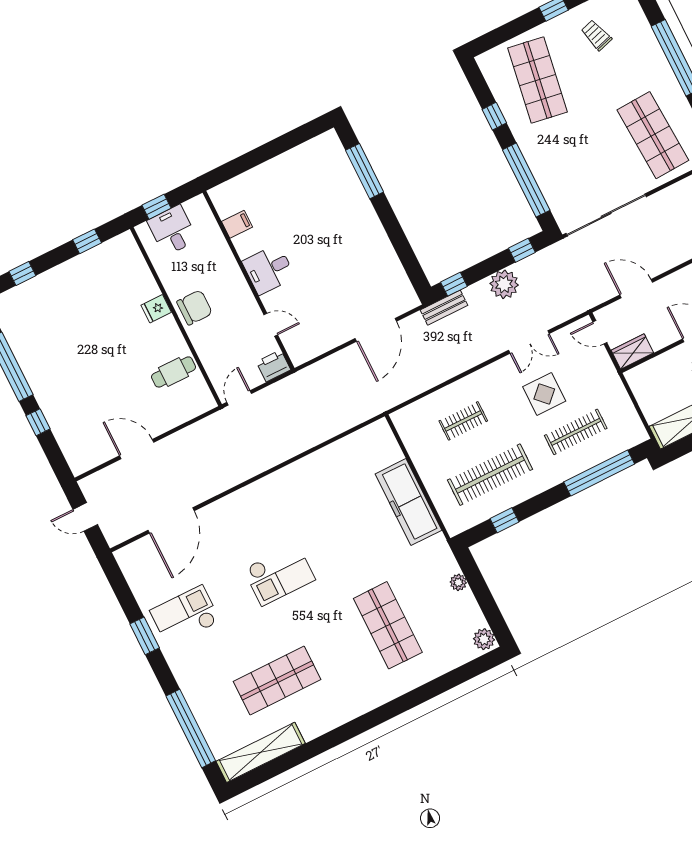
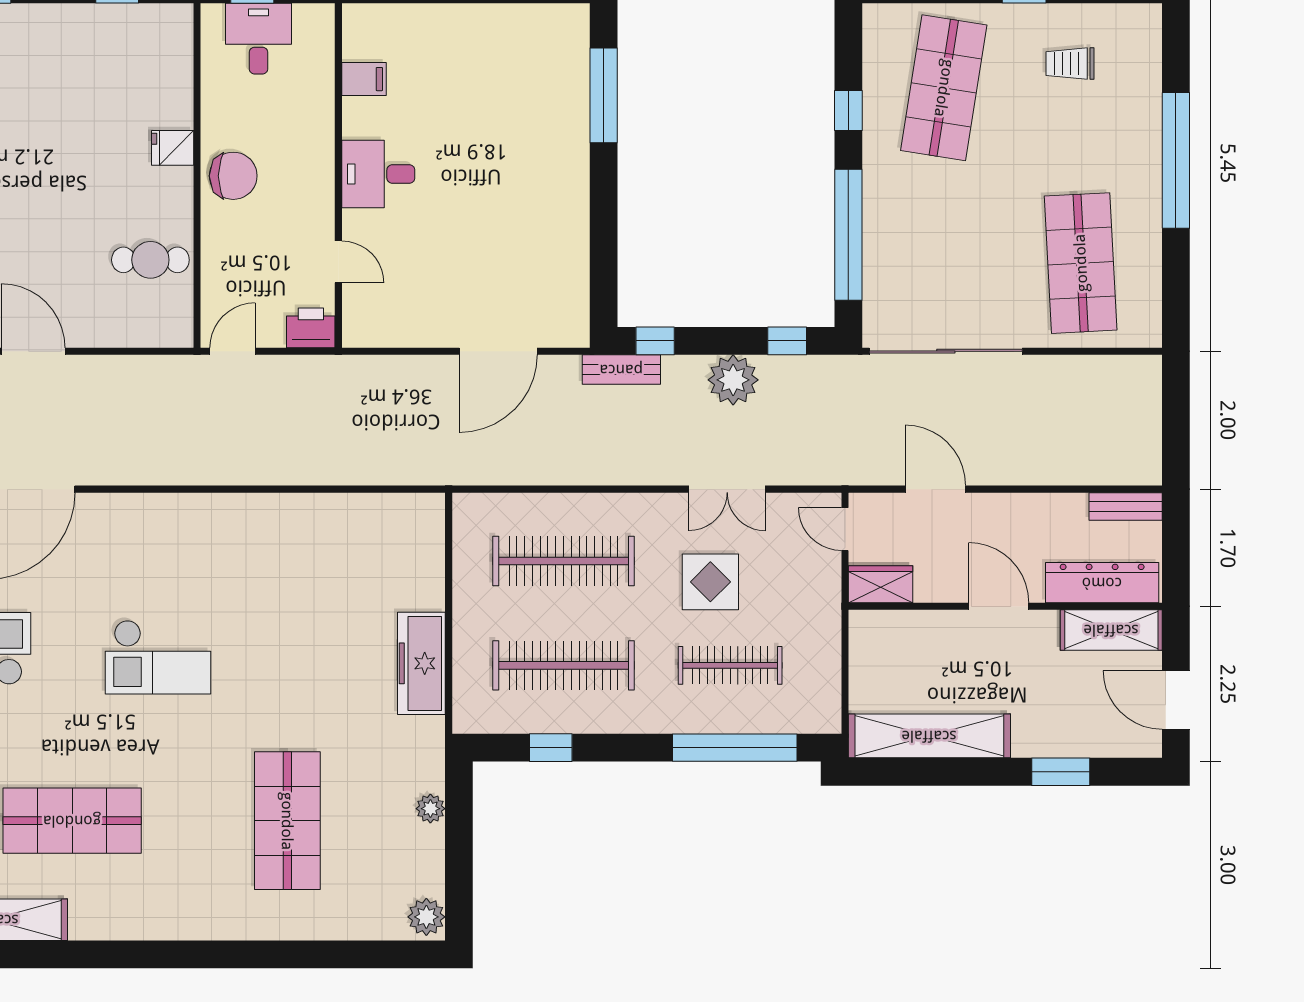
trolley: (596, 35) -> (1070, 64), turned -73
clothes rail: (463, 421) -> (564, 561), width x1.86, depth x1.31
freezer: (408, 502) -> (421, 663), width x0.73, depth x0.79

